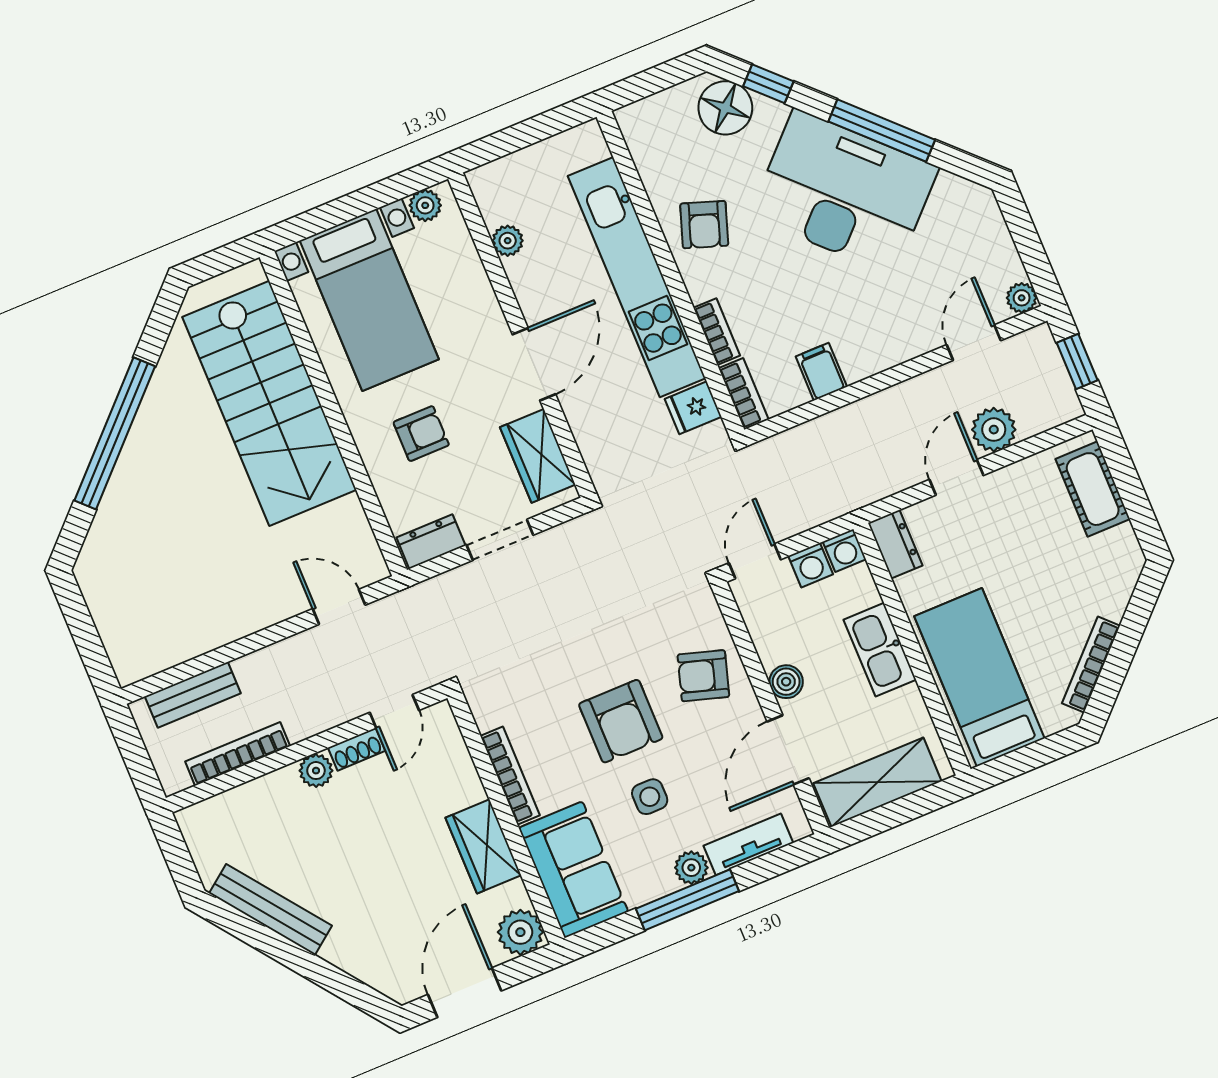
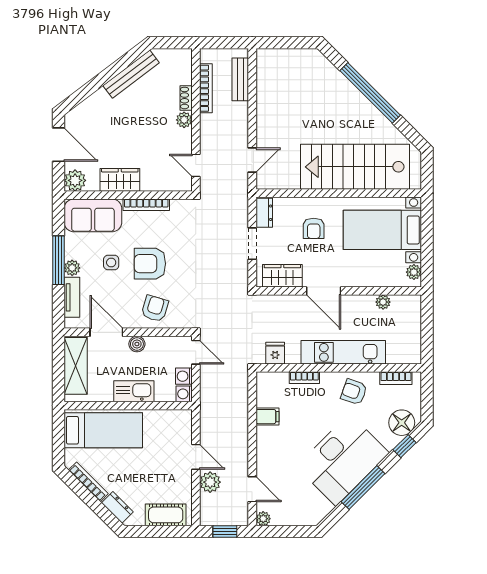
kitchen unit: (637, 277) -> (343, 352), width x0.73
bookcase: (744, 394) -> (396, 378), moved
dresser: (895, 544) -> (117, 507), moved, turned -135
shoe rack: (357, 749) -> (186, 98), moved

